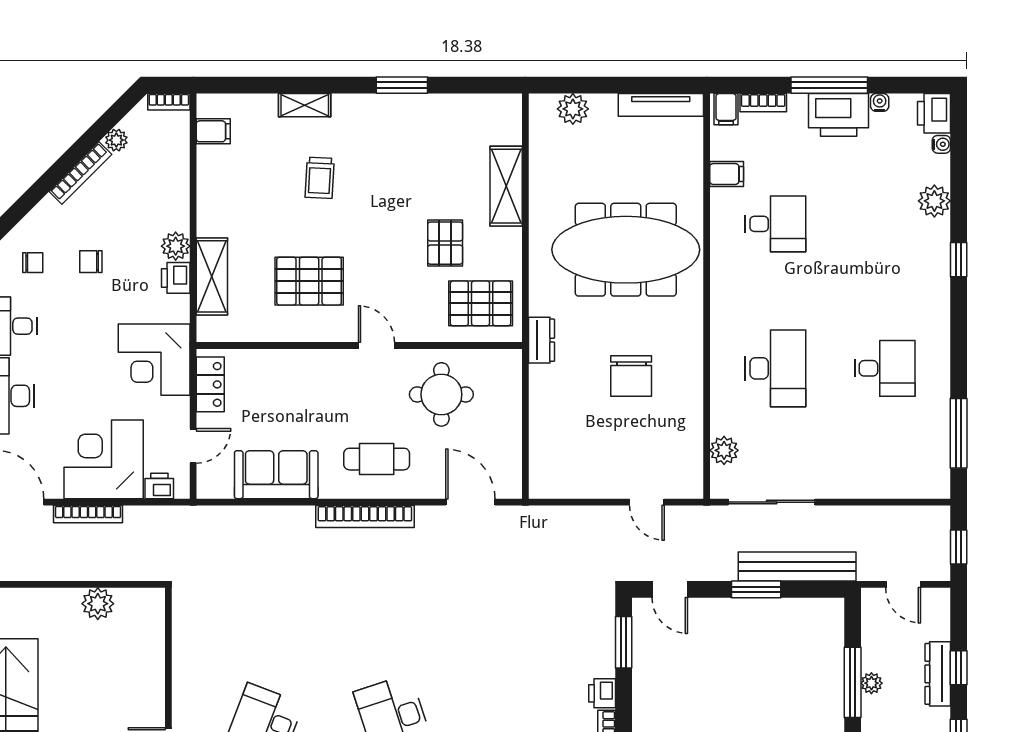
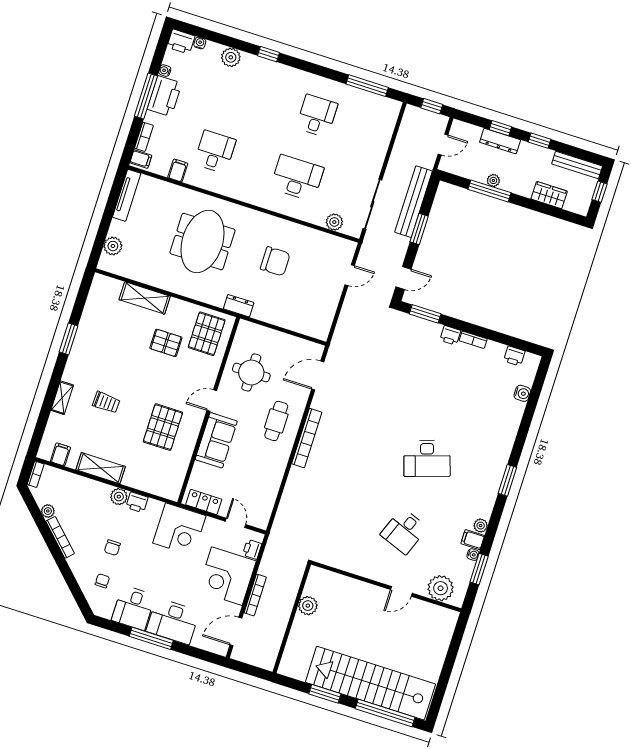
meeting table: (626, 250) -> (202, 241), width x0.73
shelving: (212, 276) -> (101, 468), moved
sofa: (276, 475) -> (216, 440), moved, turned 180

